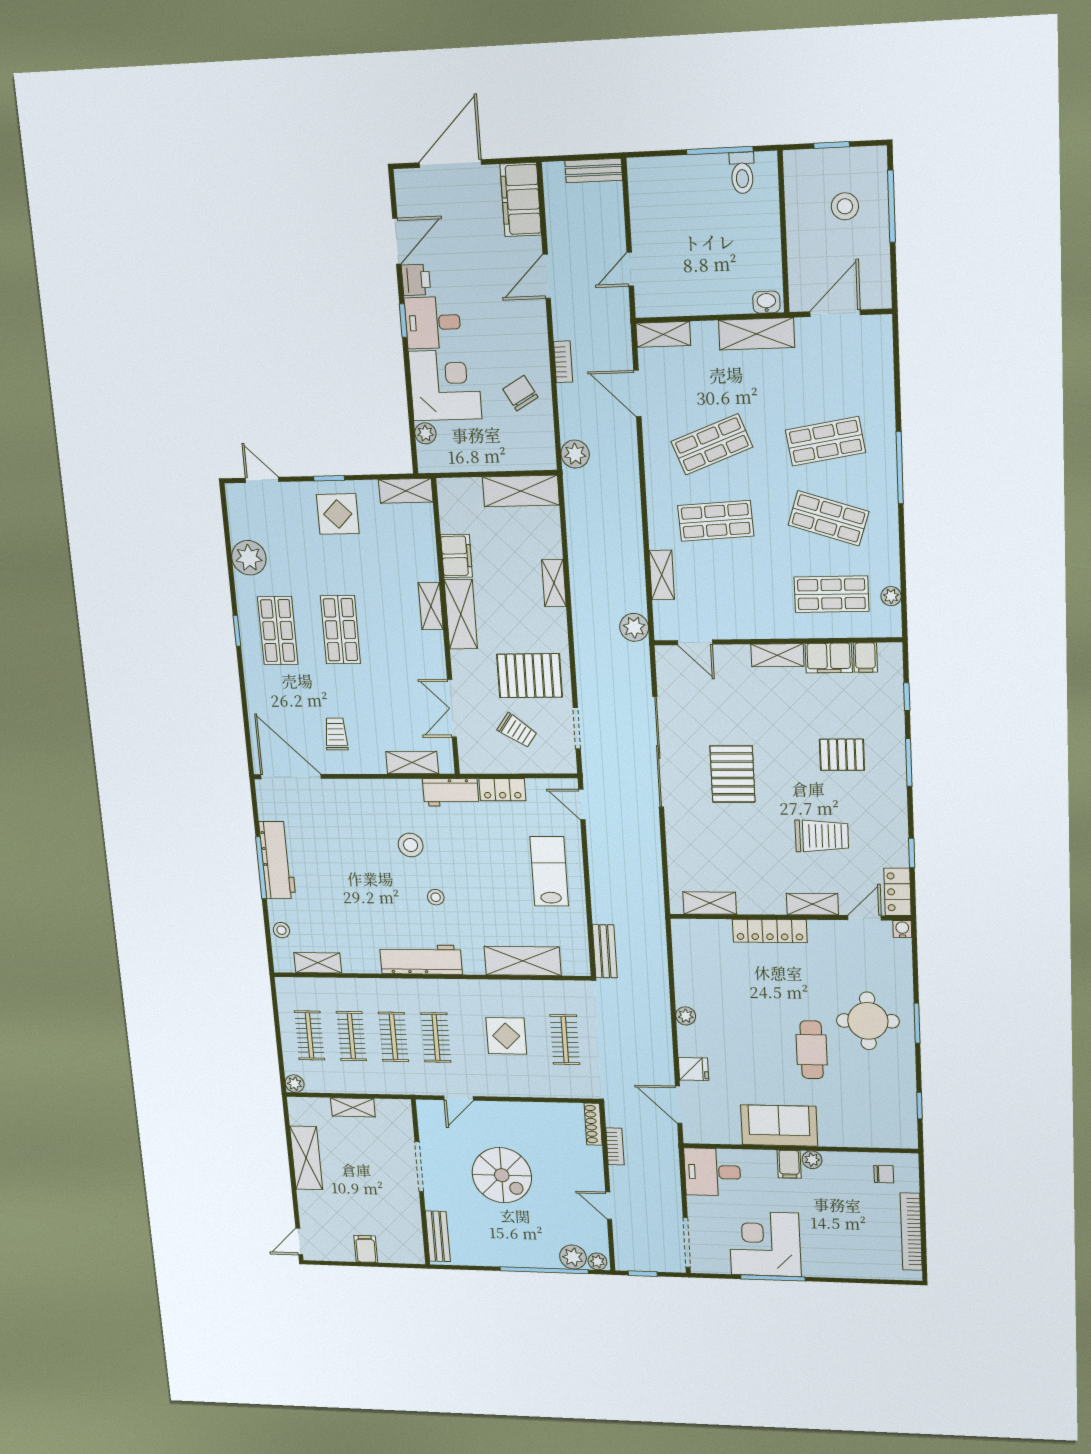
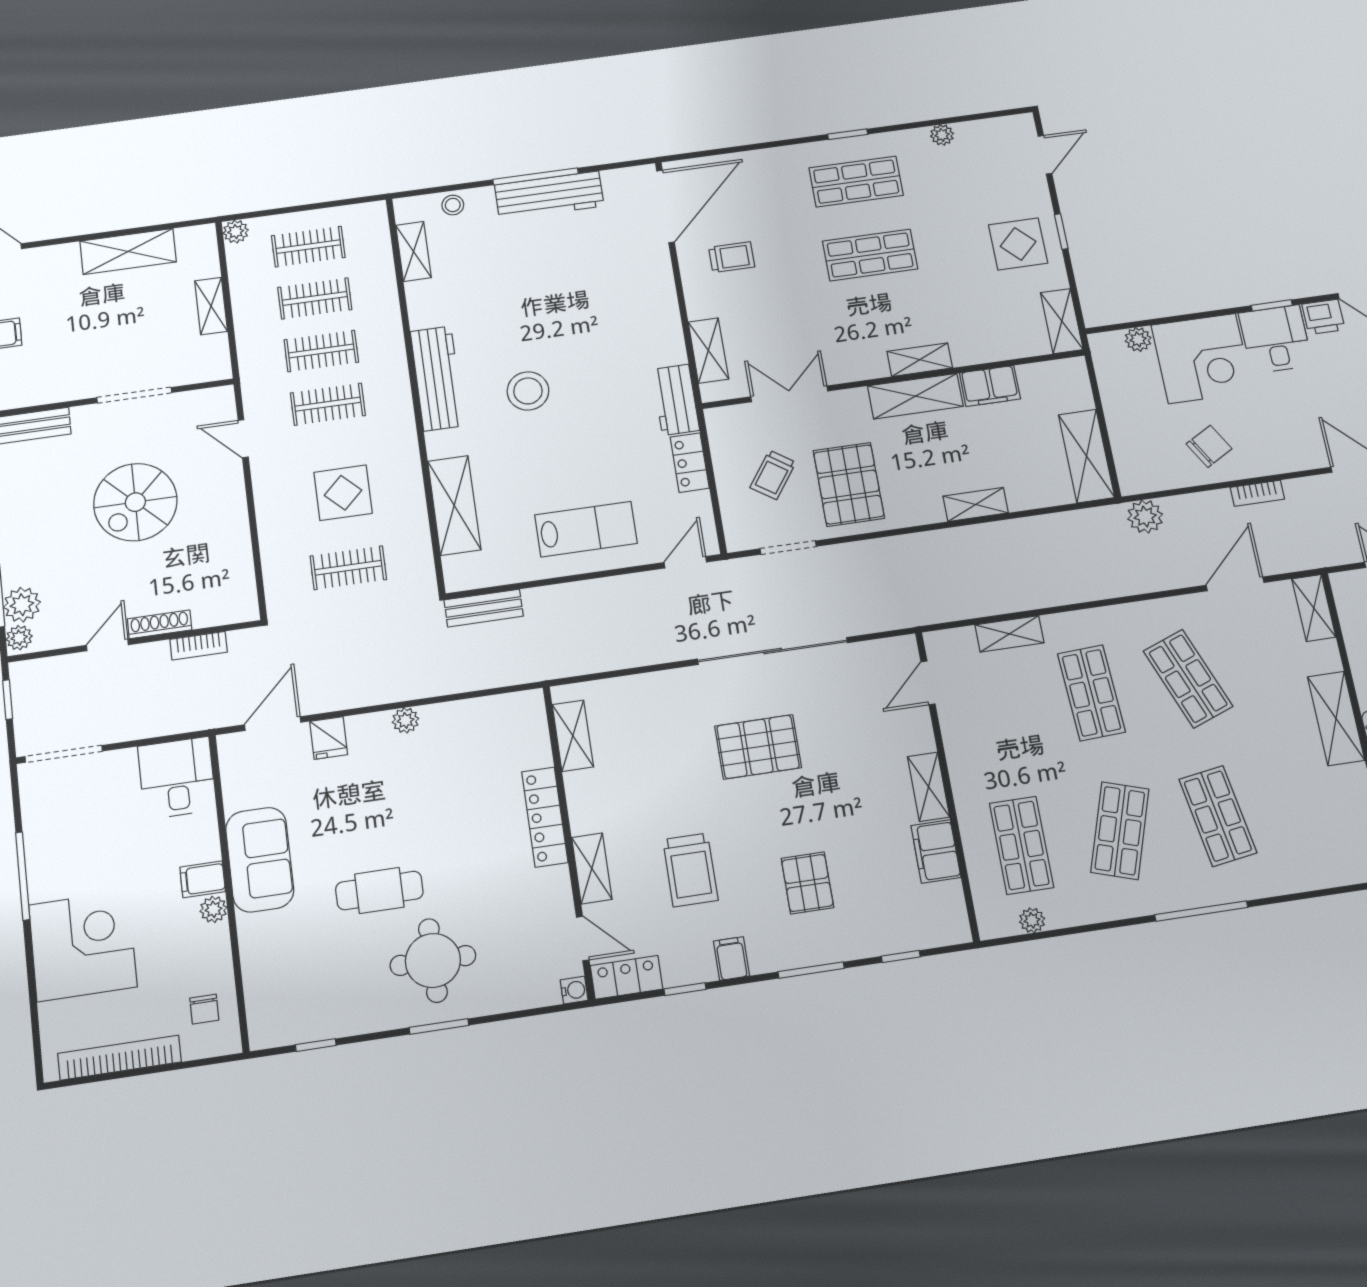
plant: (249, 558) -> (942, 135), width x0.53, depth x0.53
plant: (634, 627) -> (935, 606), removed
filing cabinet: (865, 658) -> (731, 959), moved, turned 90
stool: (411, 845) -> (596, 356), removed
stool: (436, 897) -> (528, 391), width x1.89, depth x1.89
shoe rack: (593, 1124) -> (160, 624), moved
corner desk: (765, 1244) -> (83, 946), moved

